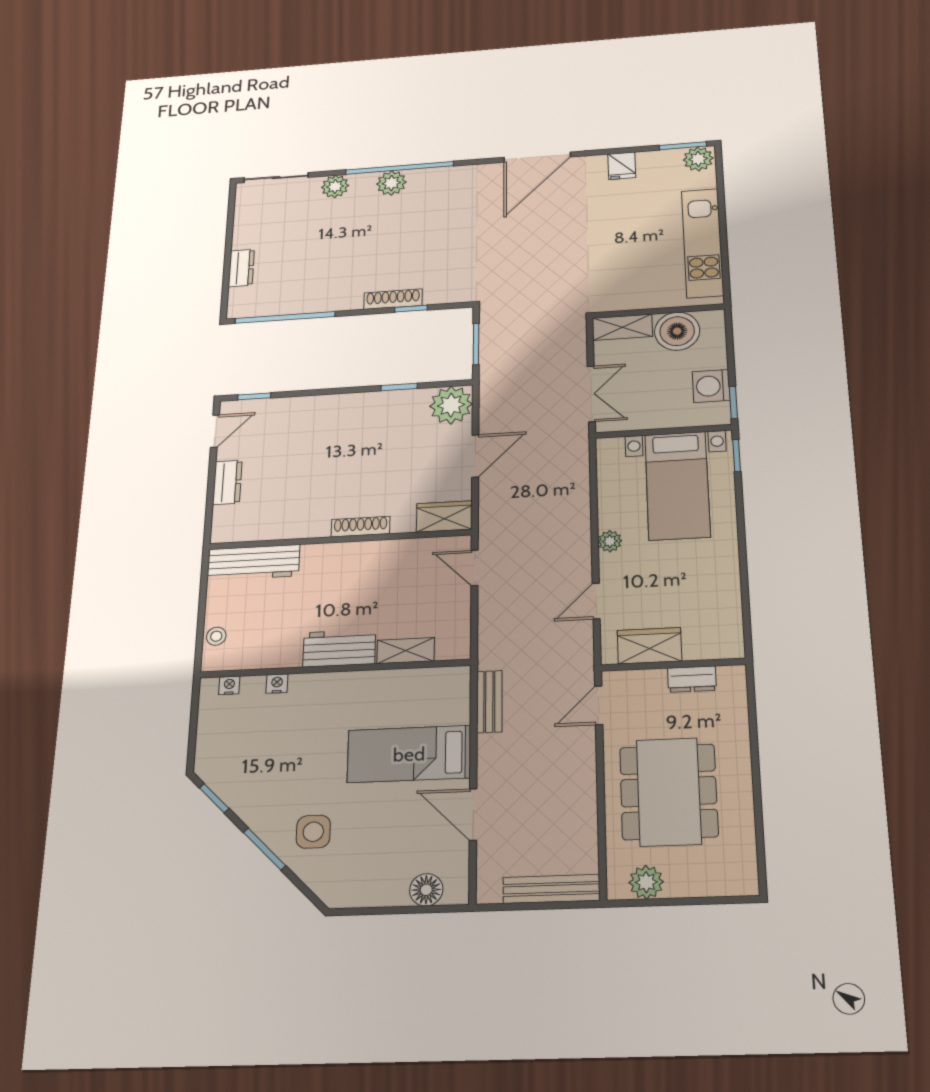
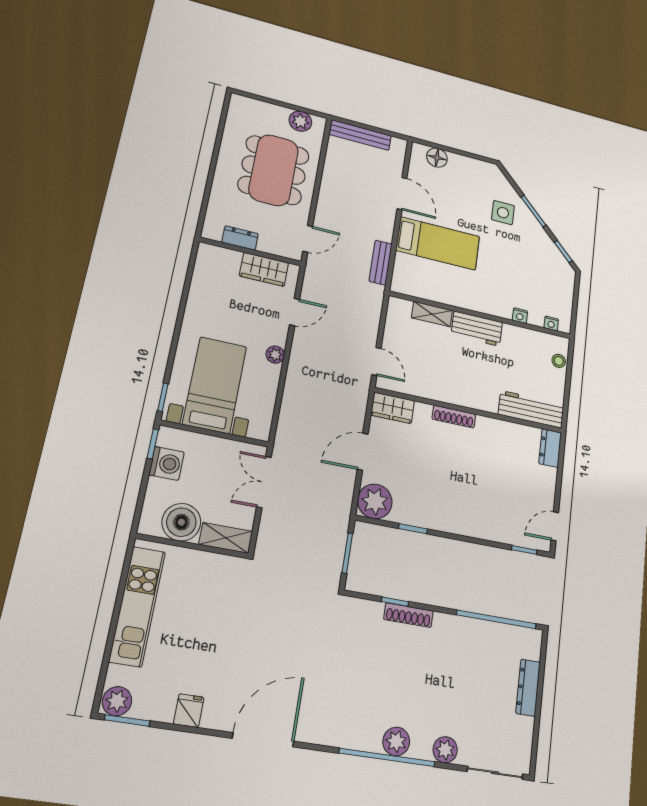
dresser: (241, 268) -> (528, 688), width x1.44
dresser: (227, 482) -> (550, 448), moved

